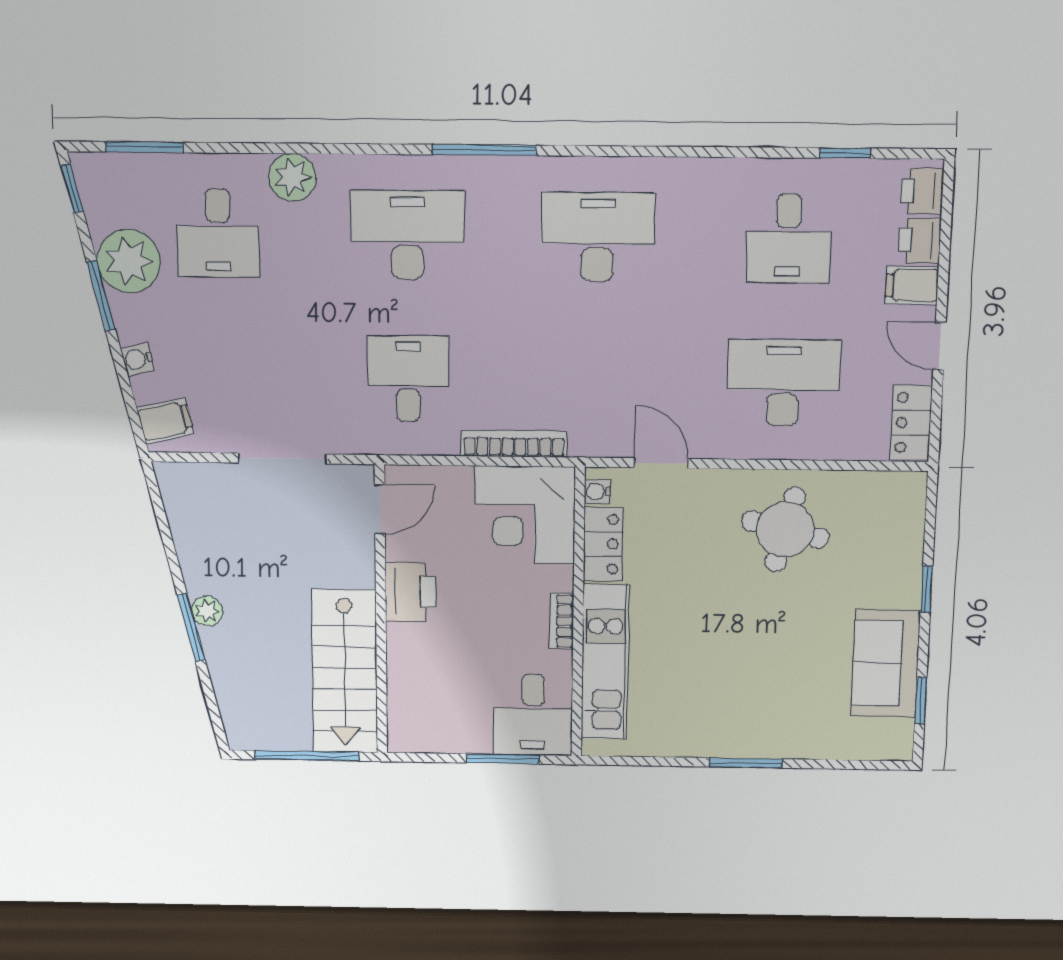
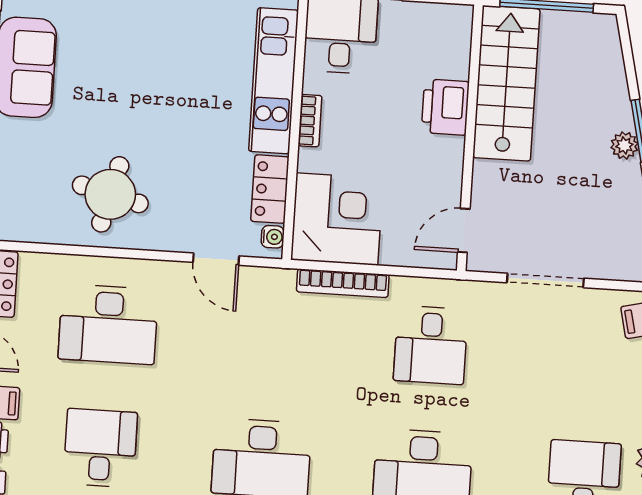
printer: (410, 592) -> (445, 107), moved

